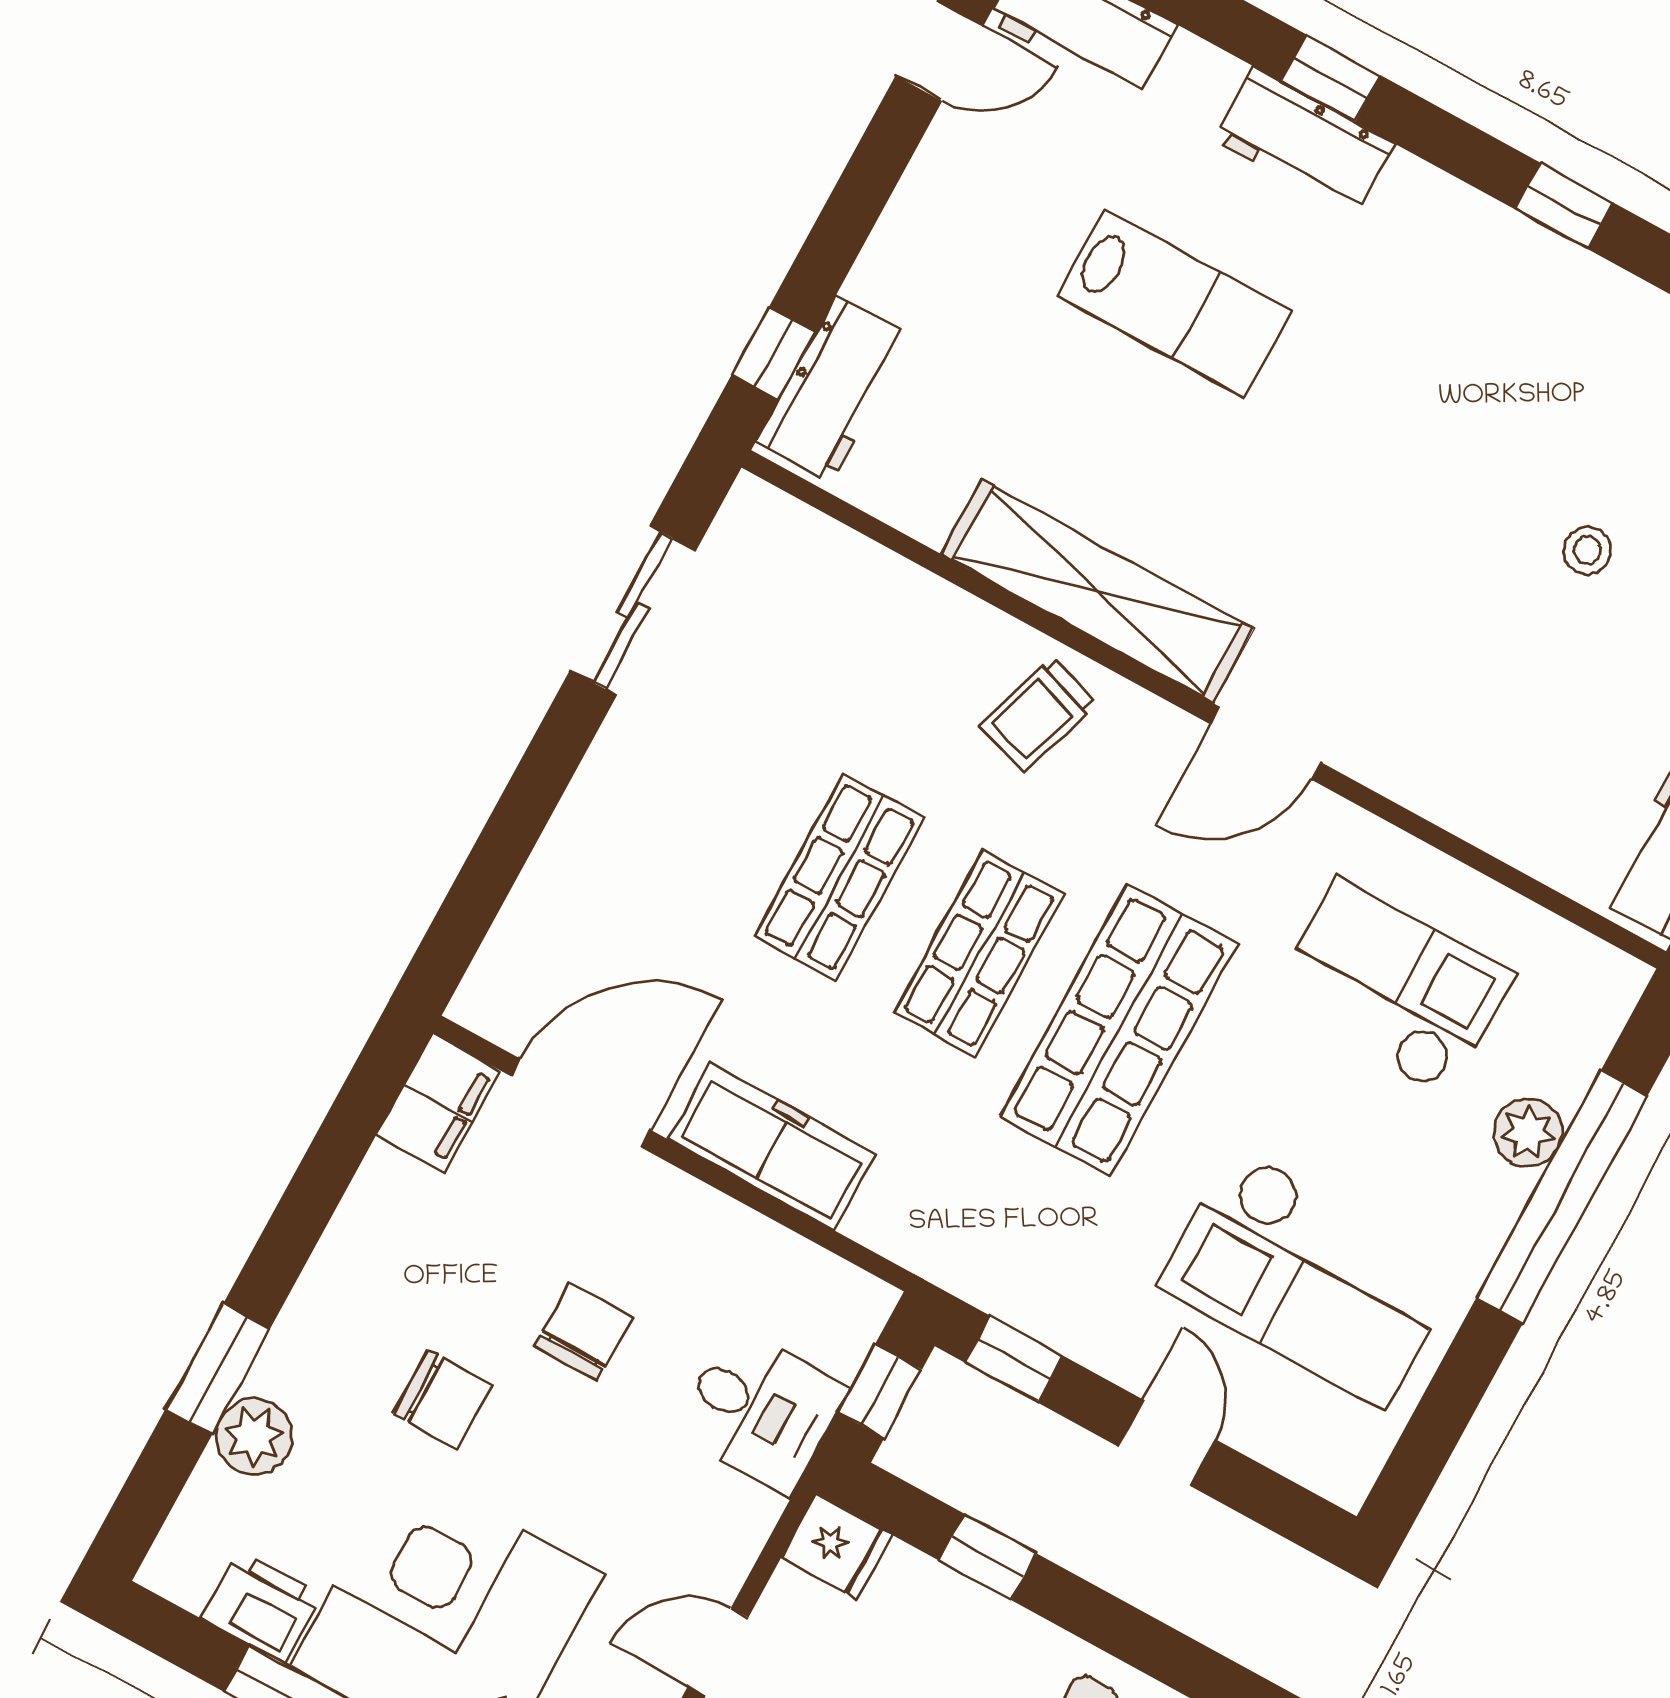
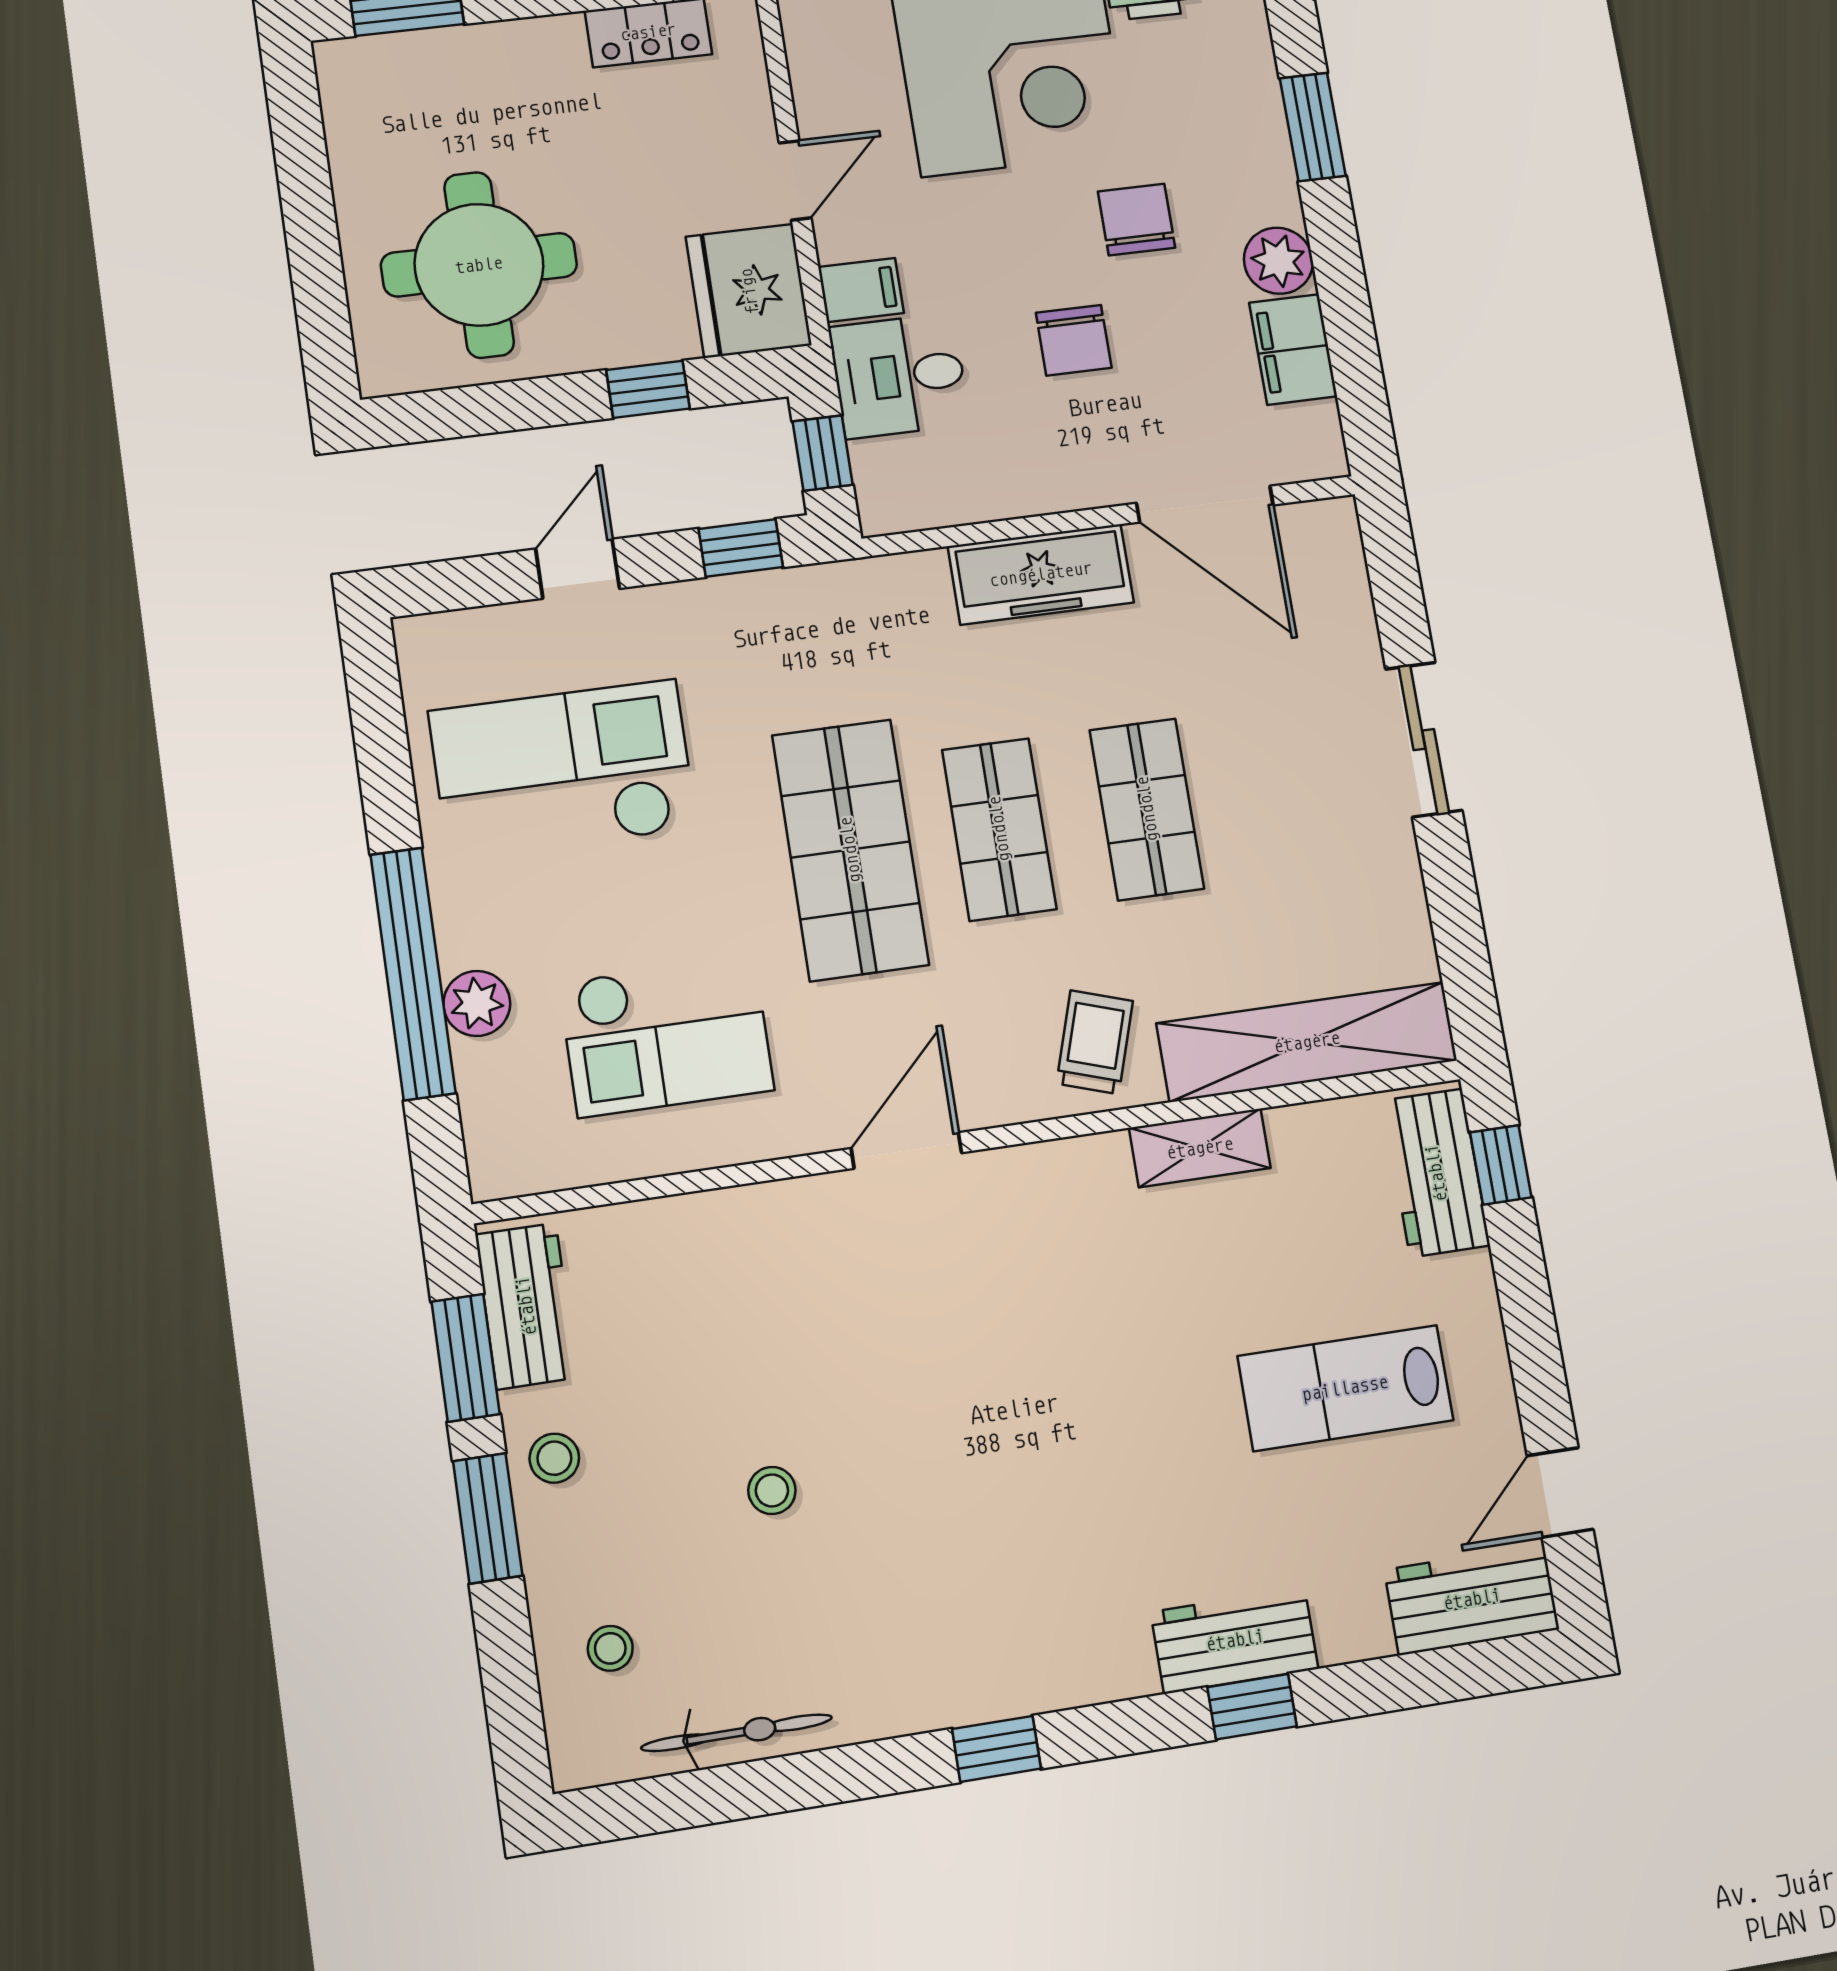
lab bench: (1174, 303) -> (1345, 1388), moved
shelving: (857, 579) -> (1307, 1042), added
shelving: (1097, 591) -> (1200, 1148), width x0.45, depth x0.75
sliding door: (633, 610) -> (1424, 740), moved
filing cabinet: (438, 1103) -> (1293, 350), moved
door: (581, 1103) -> (1205, 504), hinge flipped
chair: (443, 1399) -> (1137, 220), turned 90
plant: (254, 1436) -> (1278, 261), moved
door: (1167, 1443) -> (578, 569), swing flipped
filing cabinet: (736, 1512) -> (861, 290), added
fridge: (837, 1546) -> (749, 291), width x1.88, depth x1.34

